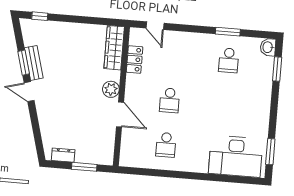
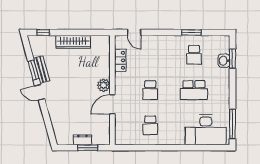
washbasin: (268, 47) -> (224, 61), moved
wardrobe: (114, 48) -> (73, 42), moved, turned -90
school desk: (225, 105) -> (194, 90), added
door: (120, 114) -> (112, 104), swing flipped
window: (270, 152) -> (232, 124), width x1.44
dresser: (63, 155) -> (83, 140), moved

